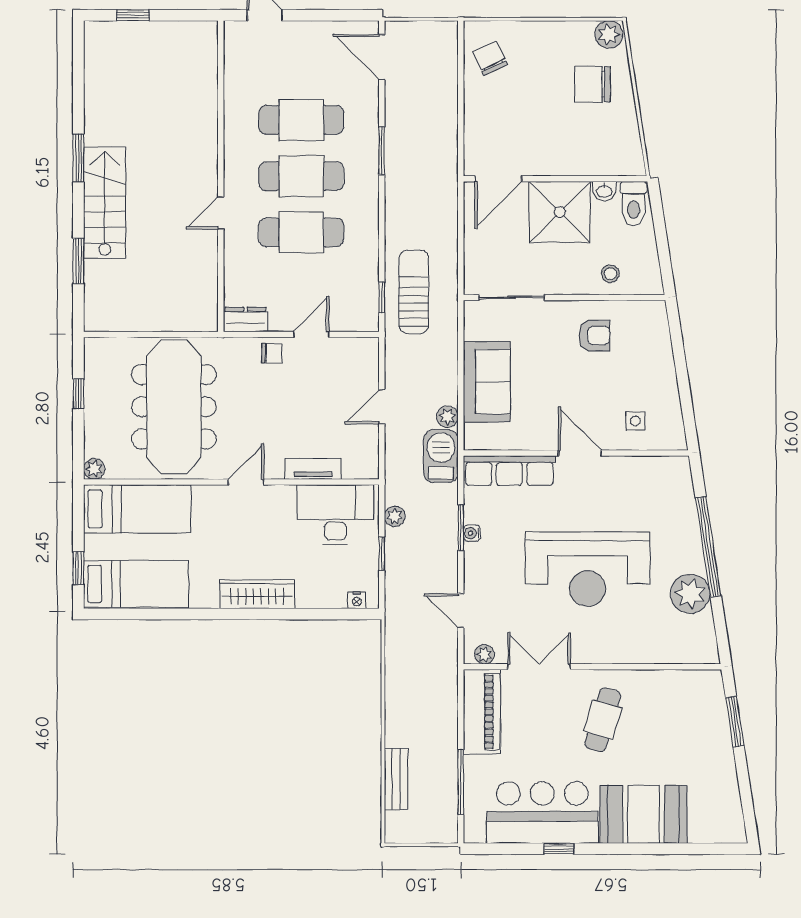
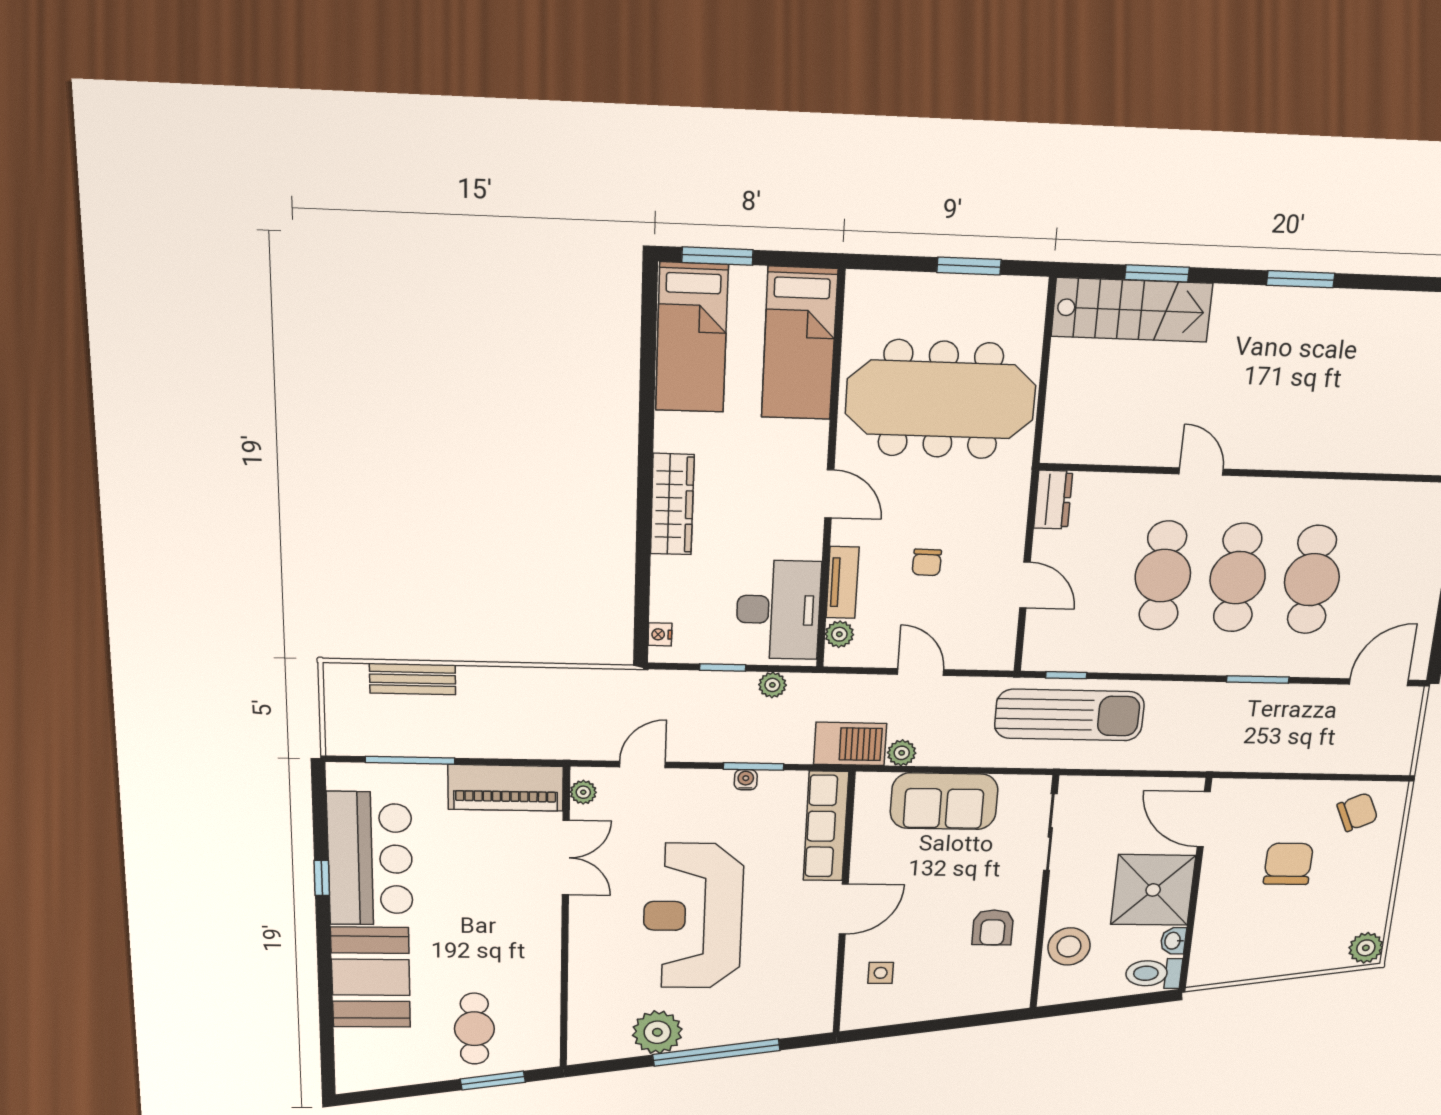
chair: (592, 84) -> (1288, 864), moved
stairs: (105, 203) -> (1132, 310), moved
stool: (610, 274) -> (1069, 946), width x1.89, depth x1.89
sun lounger: (414, 292) -> (1069, 715), width x1.36, depth x1.34
chair: (272, 354) -> (927, 562), moved
window: (78, 394) -> (969, 266), width x1.50
plant: (94, 469) -> (839, 634), moved
window: (78, 568) -> (717, 256), width x1.50
cafe table: (603, 720) -> (474, 1029), moved, turned 74

